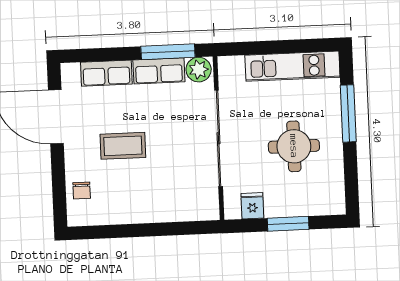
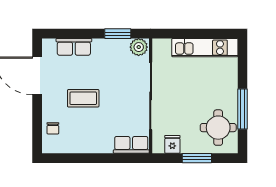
window: (168, 52) -> (118, 34), width x0.69
row of seats: (159, 71) -> (131, 145), moved, turned 180
window: (348, 113) -> (242, 109), moved
round table: (294, 146) -> (218, 128), moved

